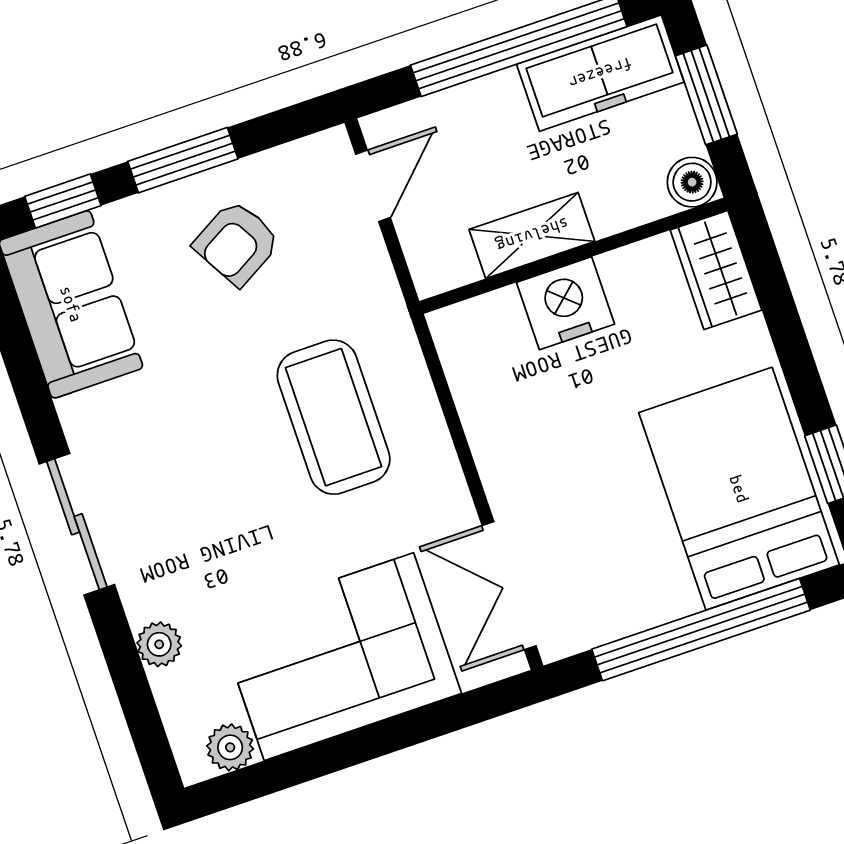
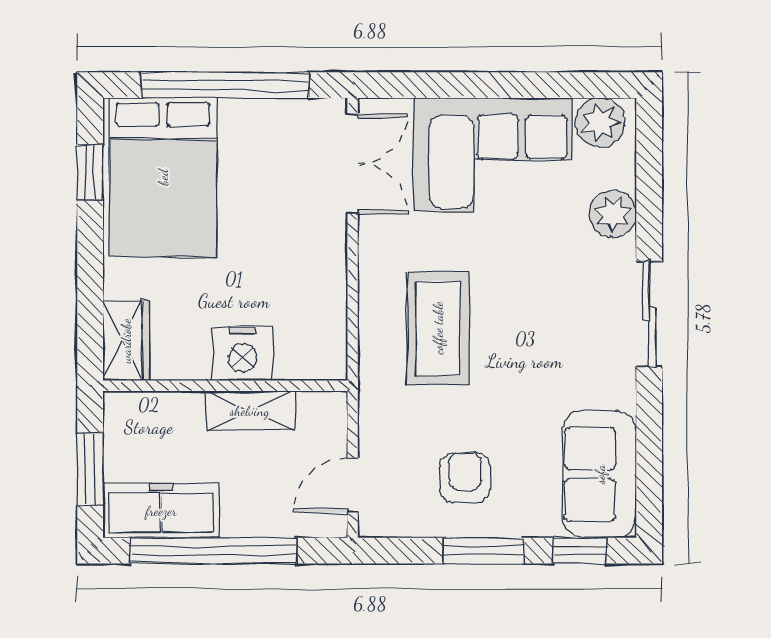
boiler: (692, 182) -> (122, 410), removed
armchair: (237, 243) -> (465, 478), turned -60
plant: (159, 644) -> (613, 214), width x1.38, depth x1.38
plant: (230, 747) -> (600, 122), width x1.38, depth x1.38

